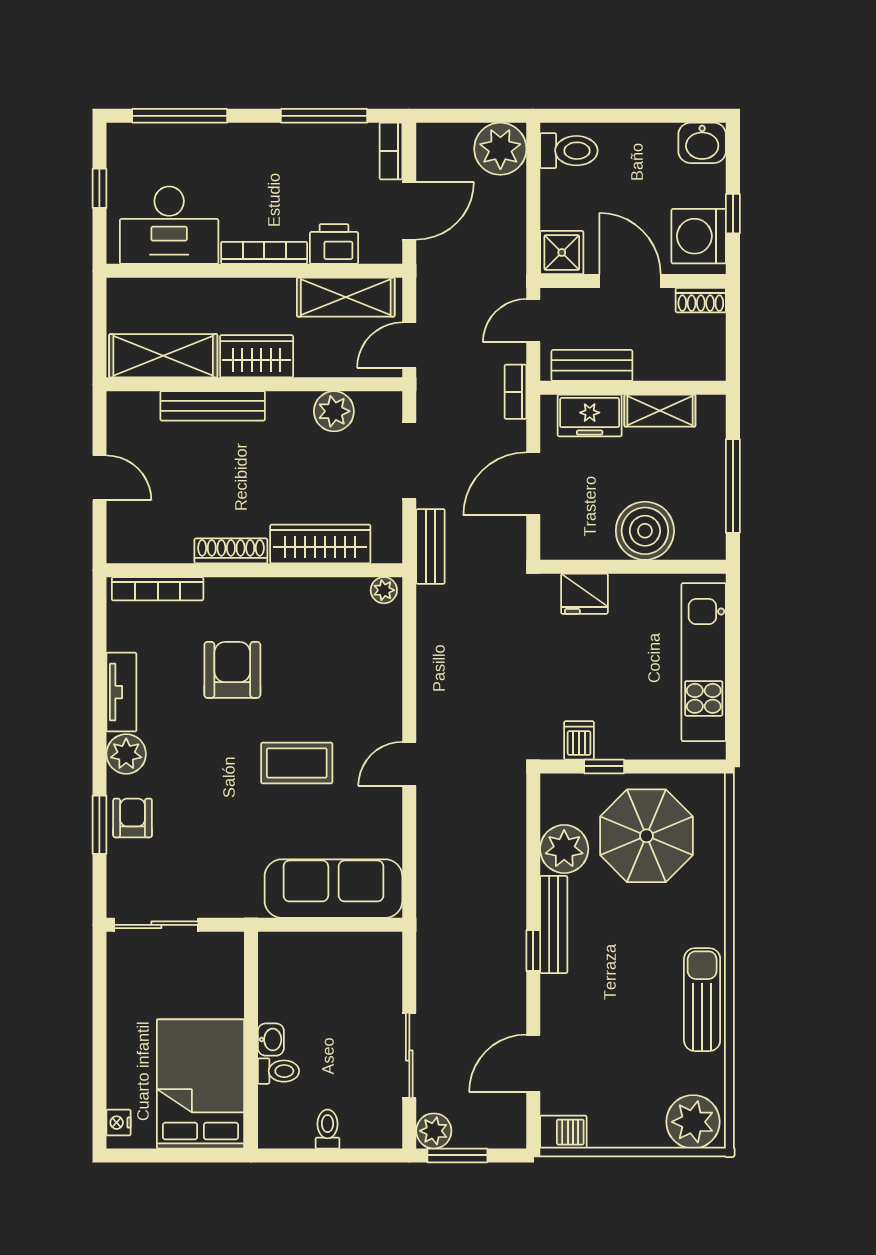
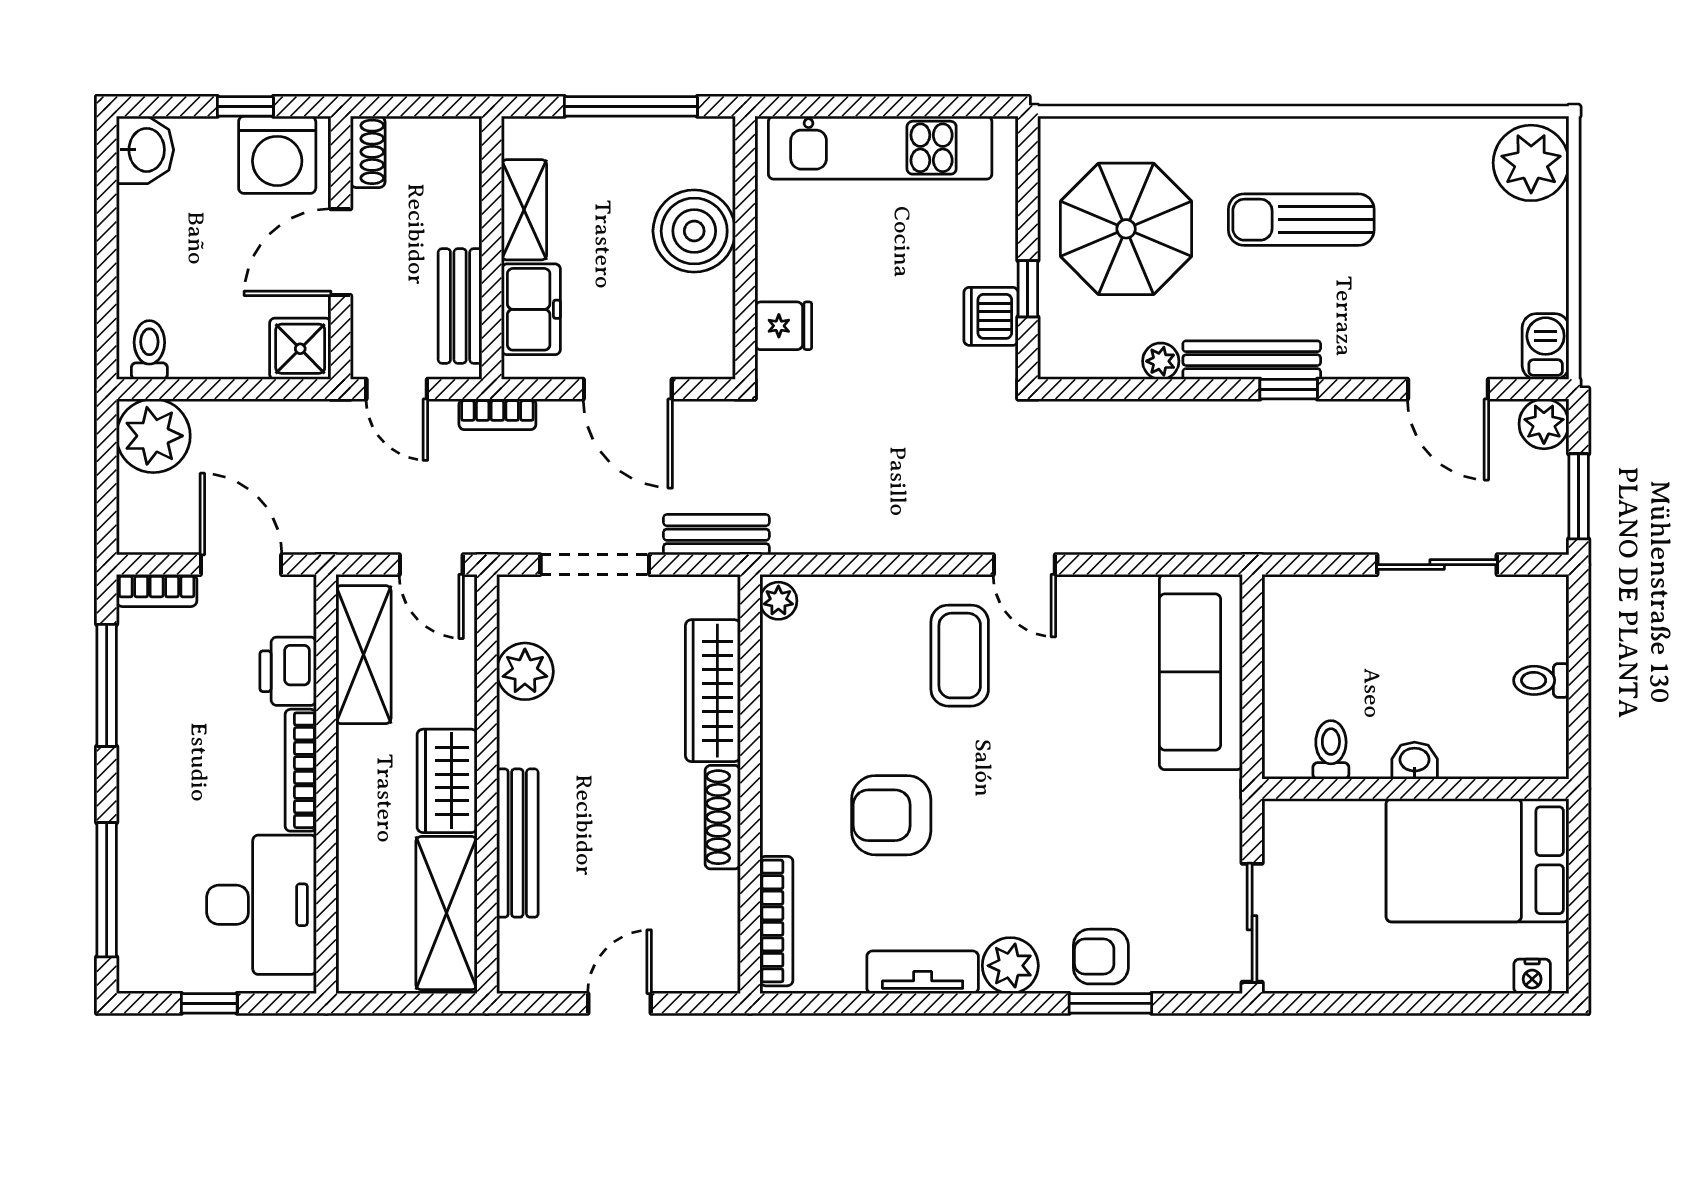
toilet: (569, 151) -> (149, 350), width x0.73, depth x0.72
fridge: (584, 594) -> (783, 326), width x0.72
dishwasher: (579, 740) -> (991, 316), width x1.38
coffee table: (297, 763) -> (960, 656), moved
plant: (564, 849) -> (1161, 361), width x0.53, depth x0.53
sun lounger: (702, 1000) -> (1301, 220), moved
toilet: (279, 1071) -> (1331, 750), moved
plant: (434, 1131) -> (1544, 424), moved

